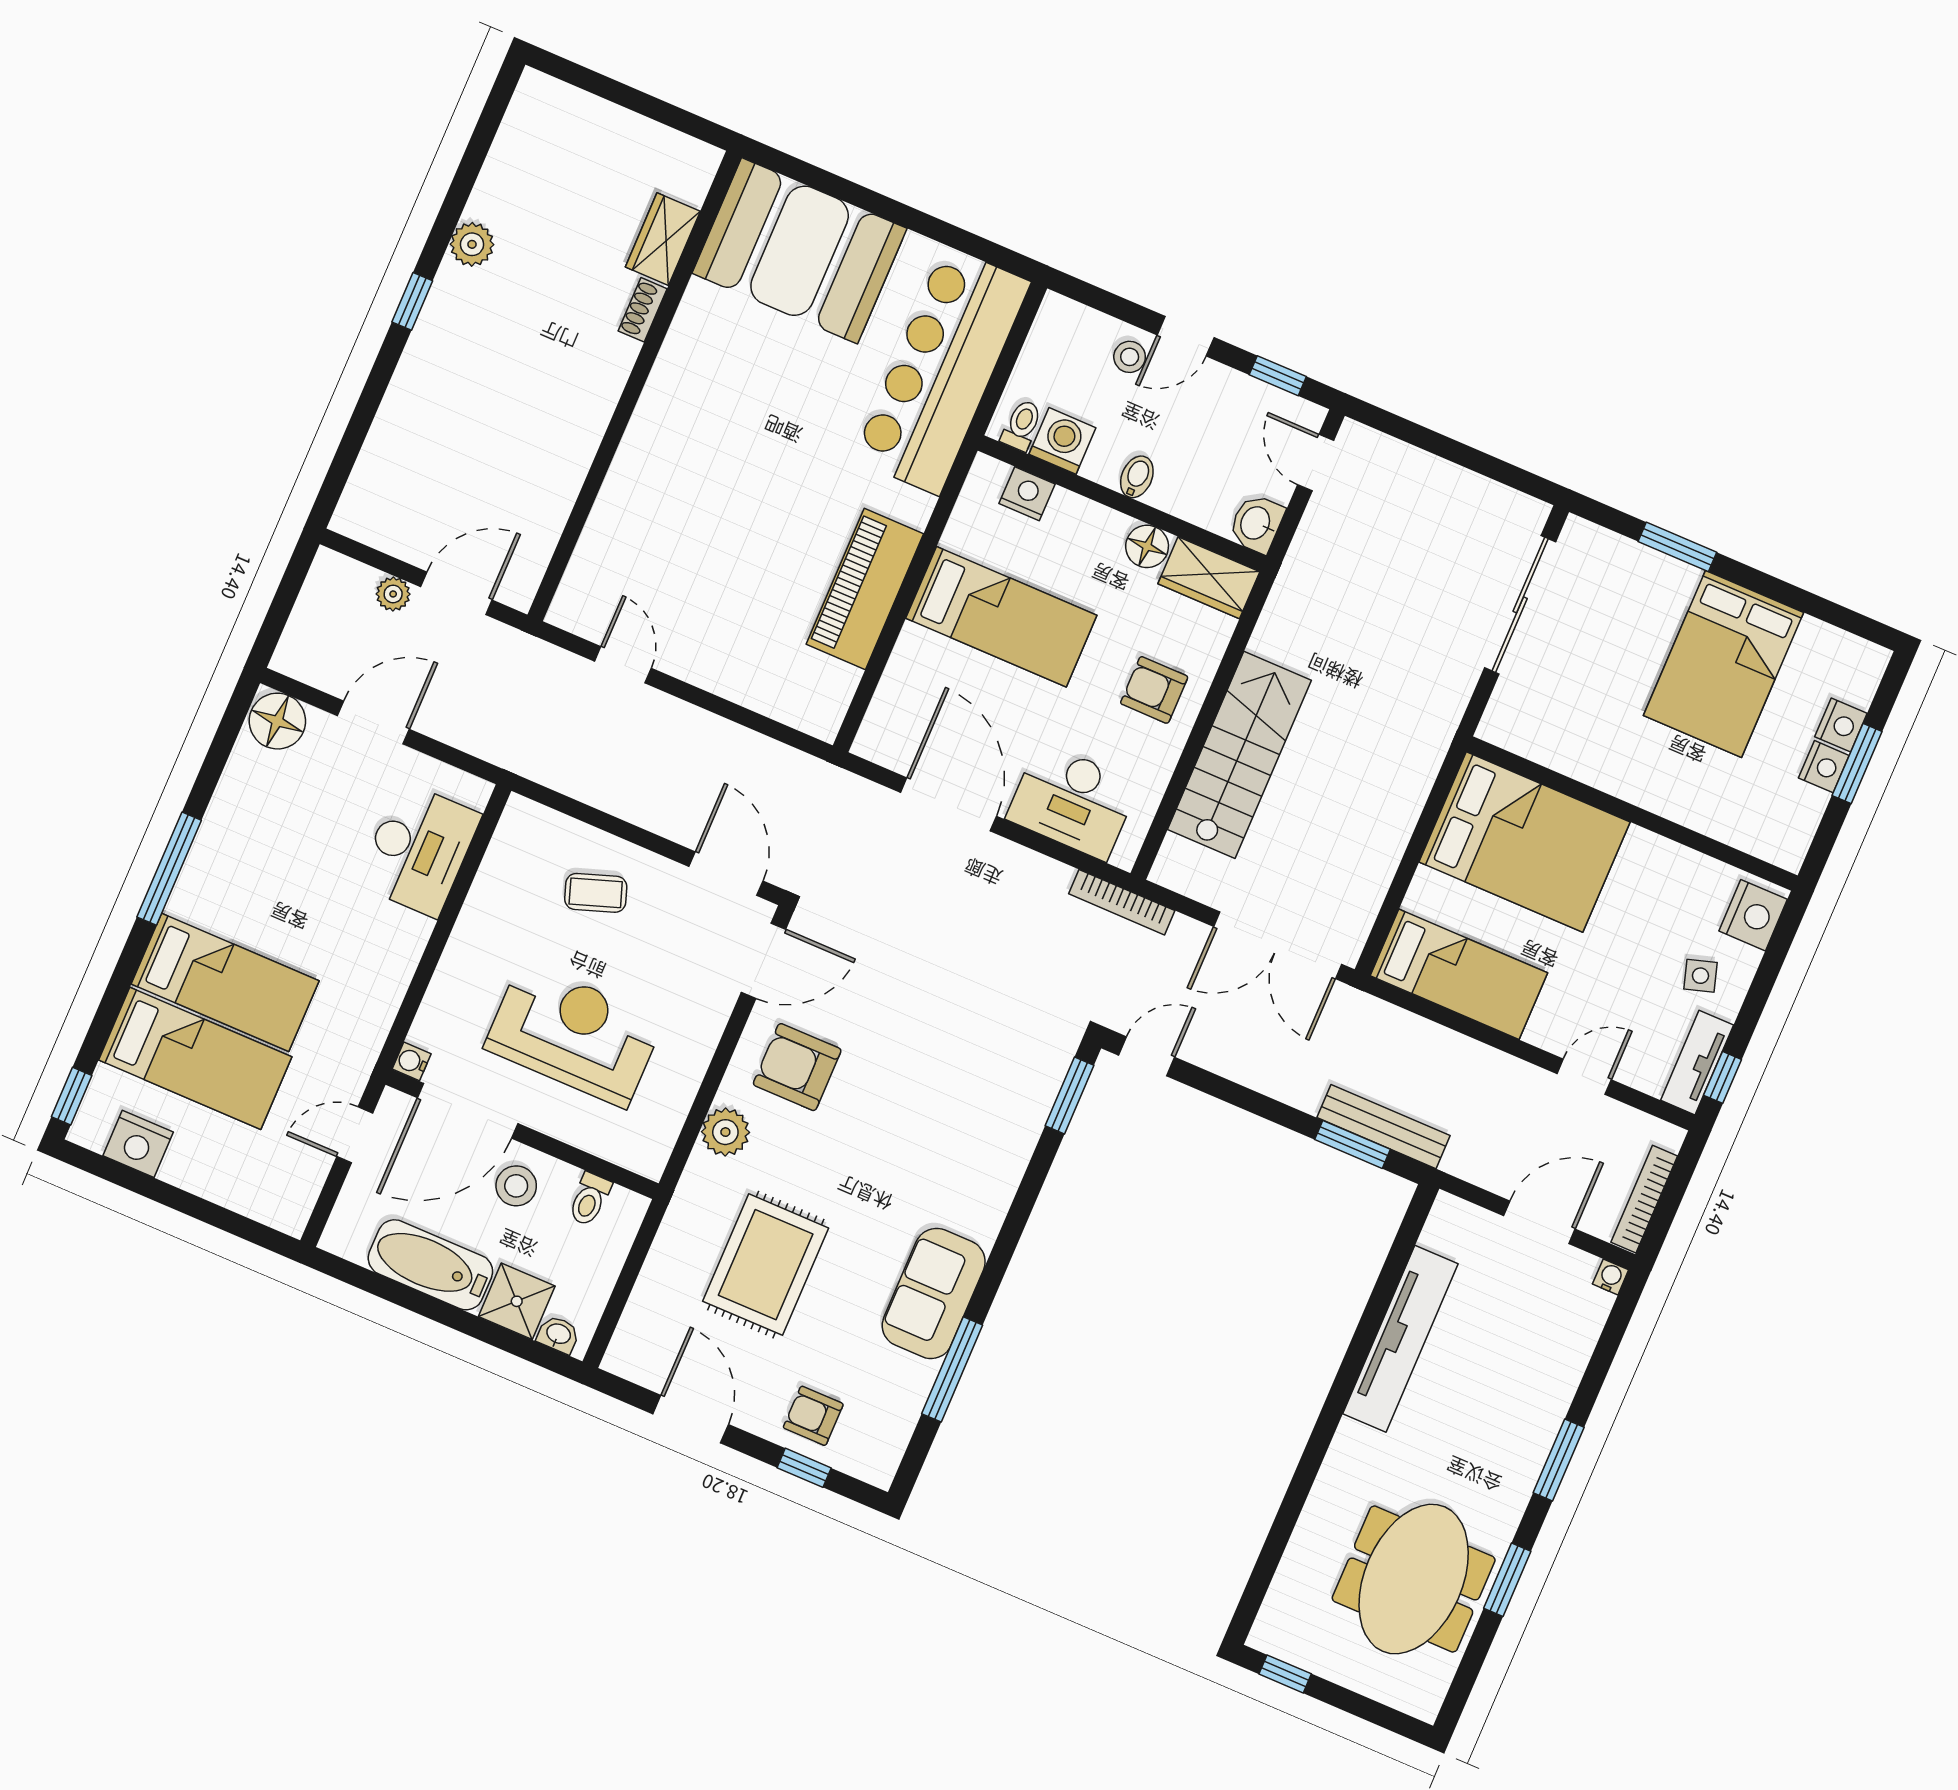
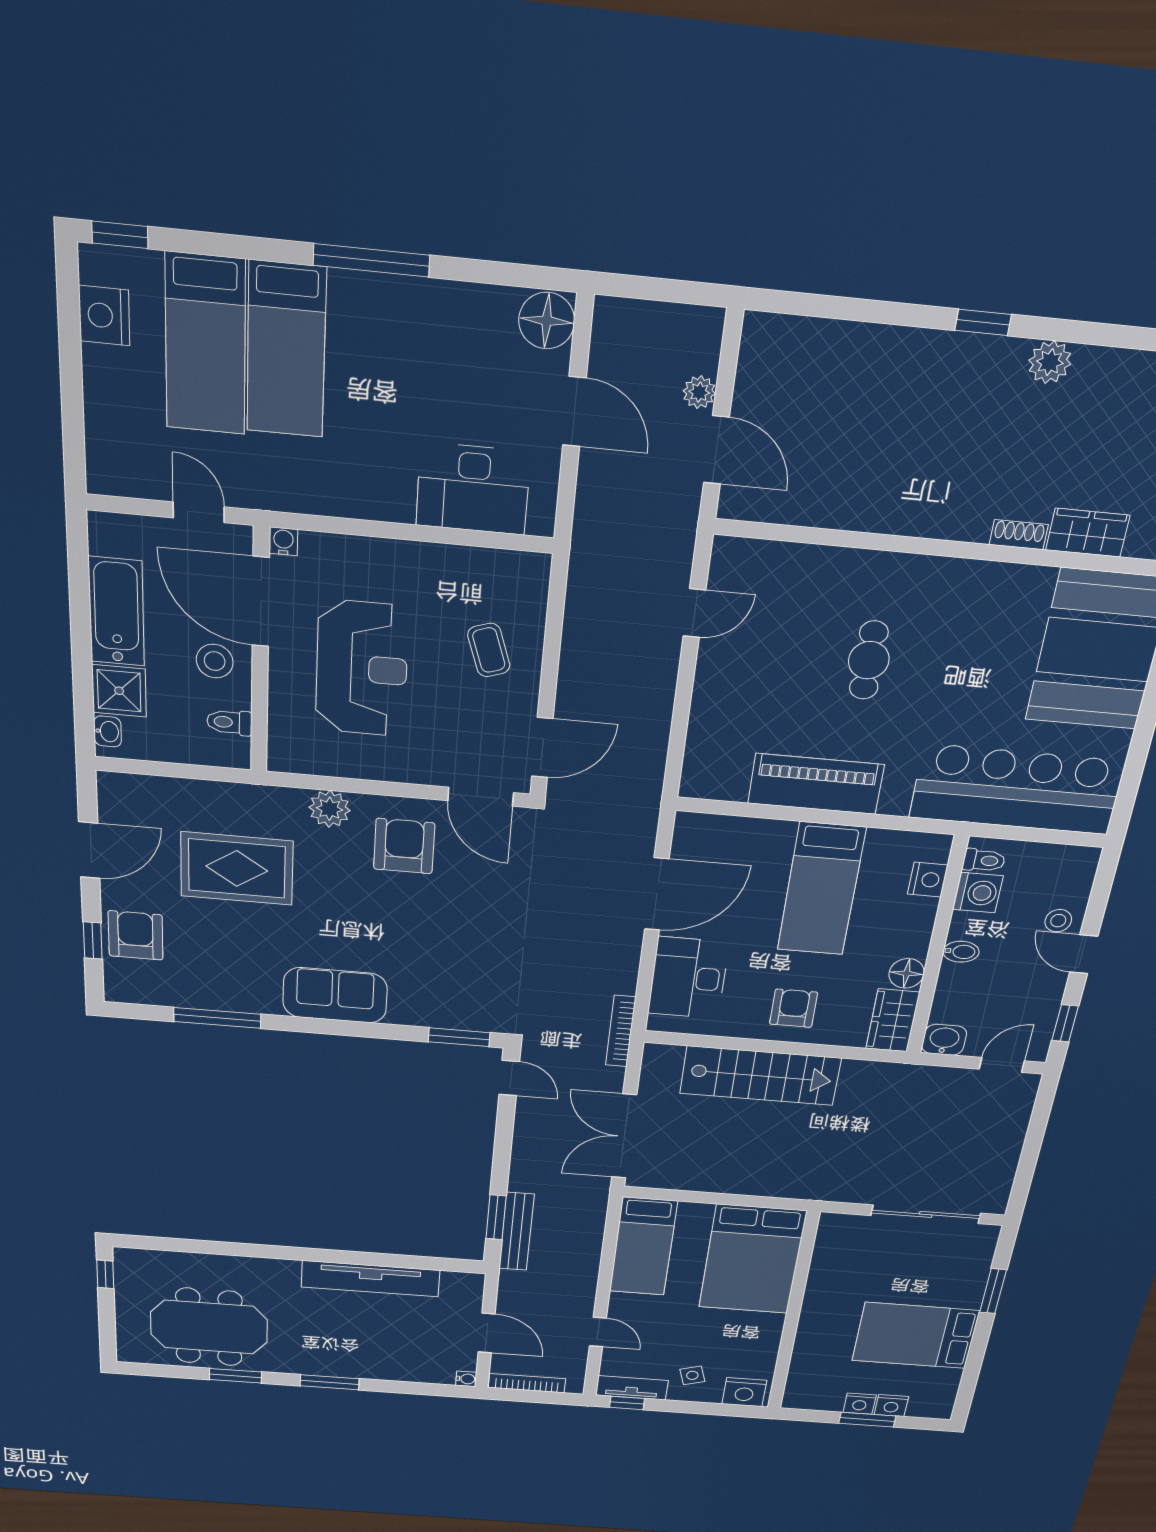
cafe table: (735, 496) -> (869, 660), added
sofa: (934, 1293) -> (335, 995), moved
armchair: (813, 1416) -> (136, 935), width x1.38, depth x1.38

